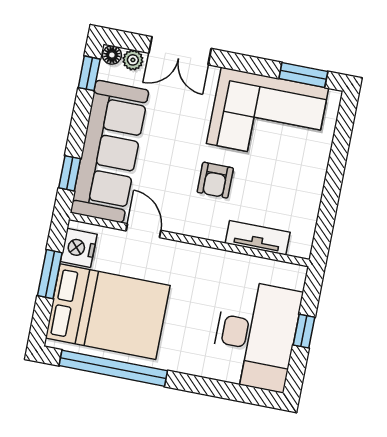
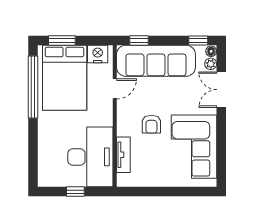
window: (303, 75) -> (221, 163), removed
armchair: (215, 180) -> (151, 124), turned -90
window: (50, 274) -> (62, 40), moved
desk: (256, 335) -> (90, 157), moved, turned -90

